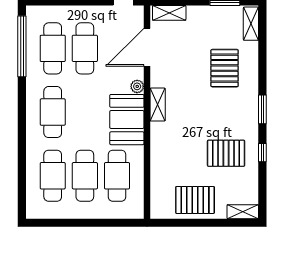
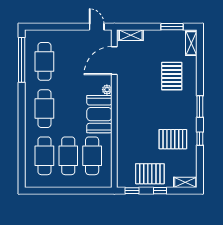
cafe table: (85, 48) -> (68, 61), removed
shelving: (158, 105) -> (122, 103), removed
window: (171, 223) -> (132, 191), added
window: (209, 223) -> (160, 191), added

